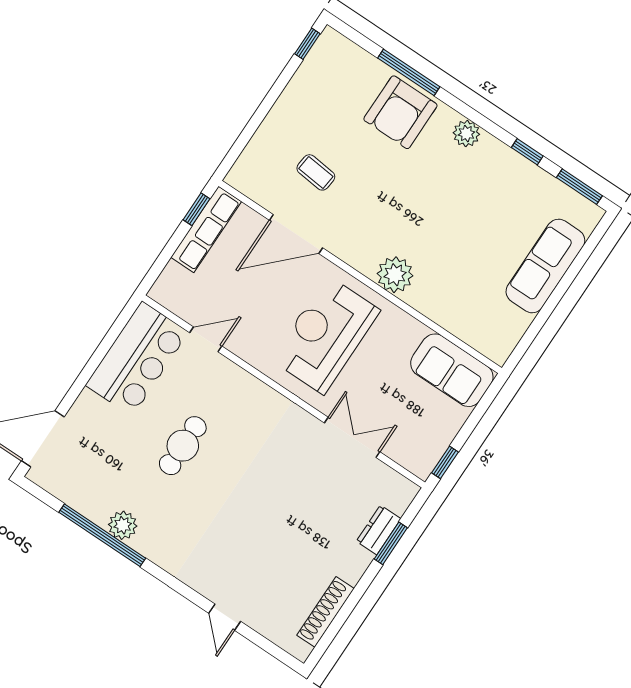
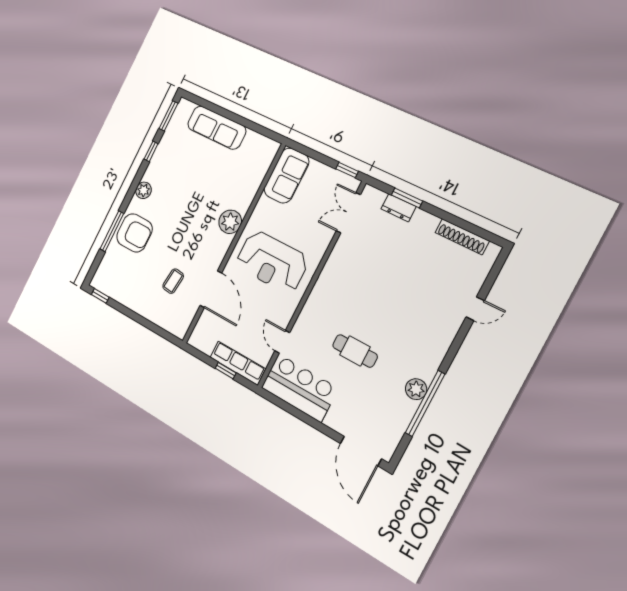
window: (197, 209) -> (226, 371), moved
row of seats: (206, 229) -> (238, 363), moved
double door: (352, 437) -> (348, 213), moved

